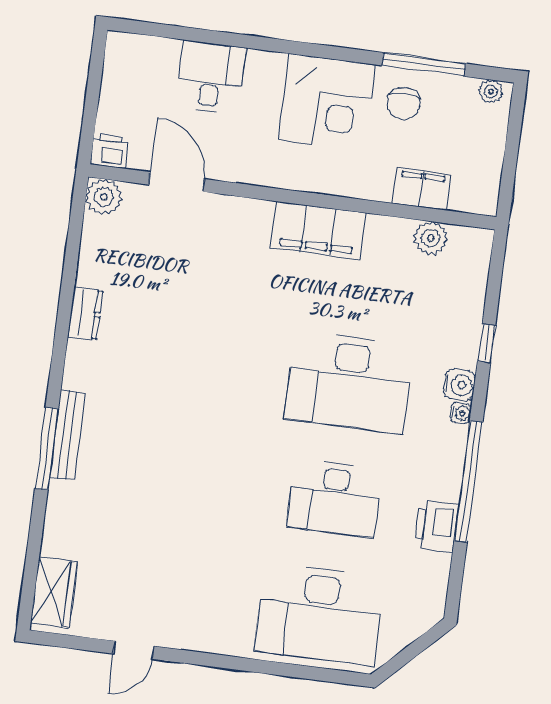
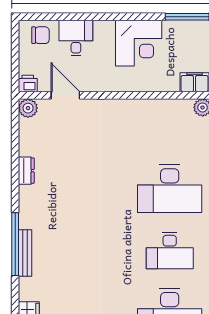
chair: (404, 103) -> (40, 35), moved, turned -90
filing cabinet: (318, 230) -> (143, 111), removed
bench: (67, 435) -> (25, 253), moved
window: (47, 449) -> (15, 244), width x1.46

